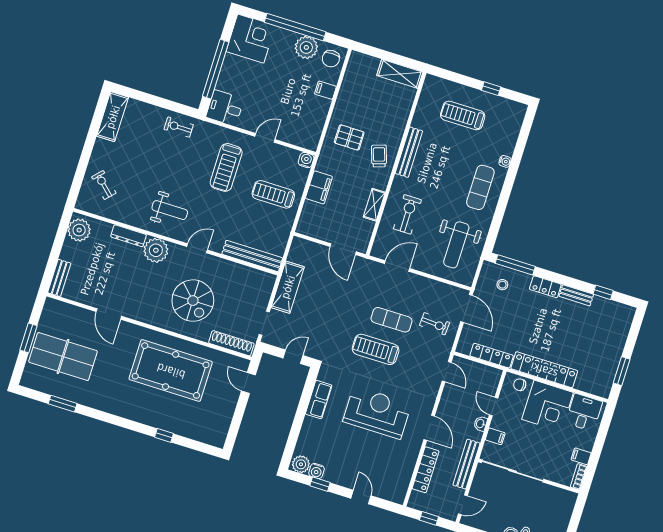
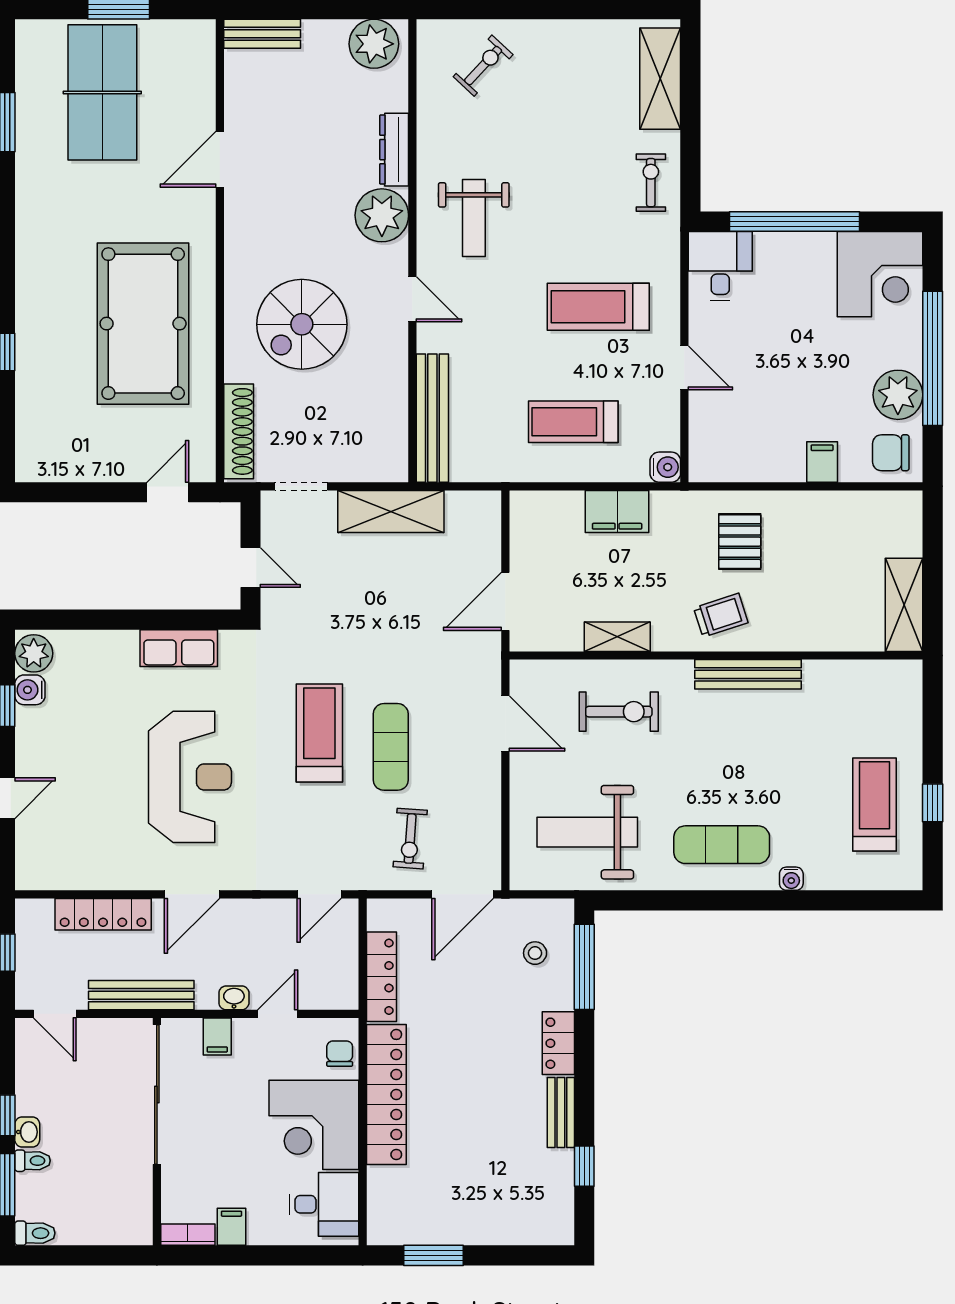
treadmill: (463, 116) -> (875, 805), moved
shelving: (113, 117) -> (660, 79), moved, turned 90
treadmill: (273, 194) -> (573, 422), turned -90

